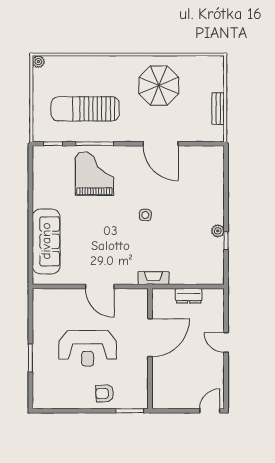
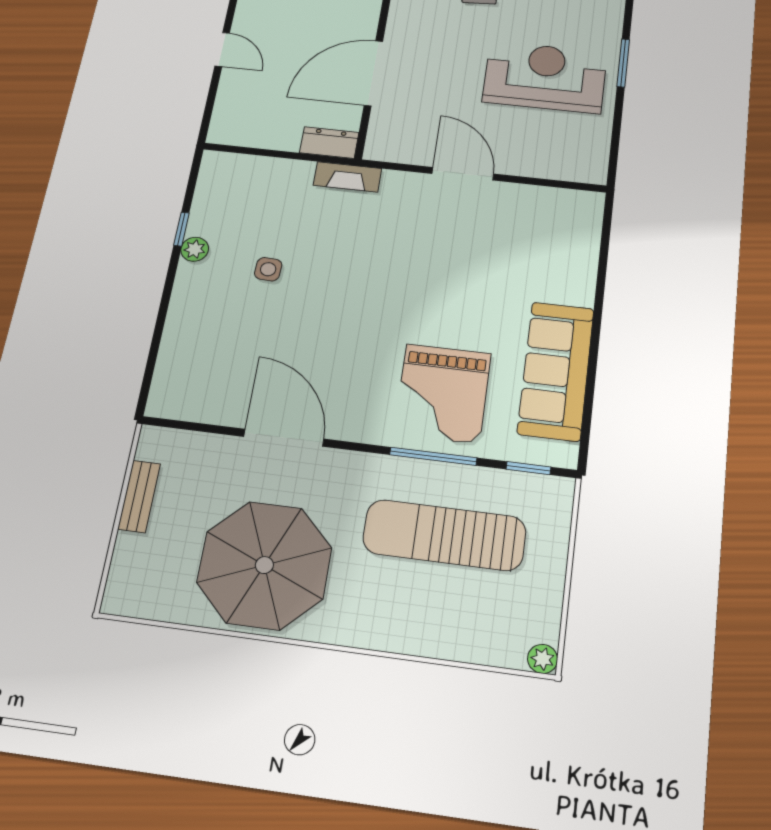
parasol: (159, 86) -> (264, 565), width x1.36, depth x1.36
sun lounger: (85, 109) -> (444, 535), turned 180
side table: (145, 215) -> (268, 269), moved
sofa: (46, 241) -> (556, 371), moved
dresser: (189, 296) -> (329, 143), moved
reception desk: (88, 348) -> (545, 77), moved

